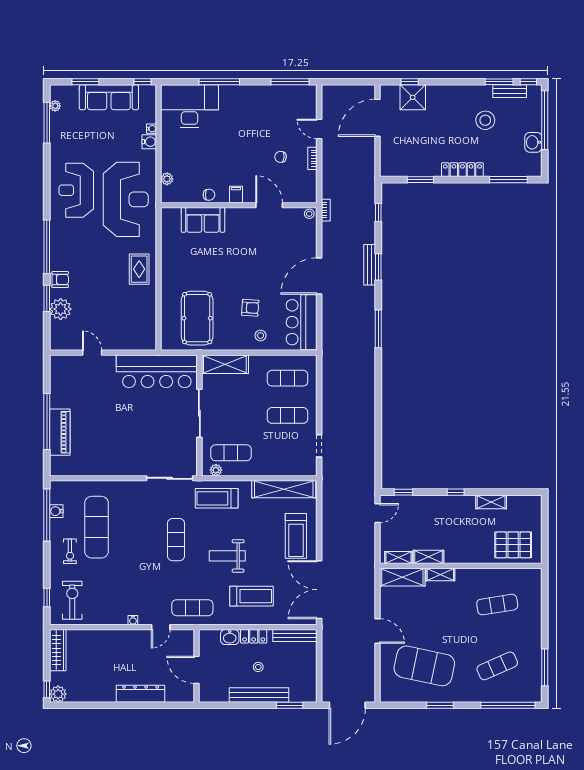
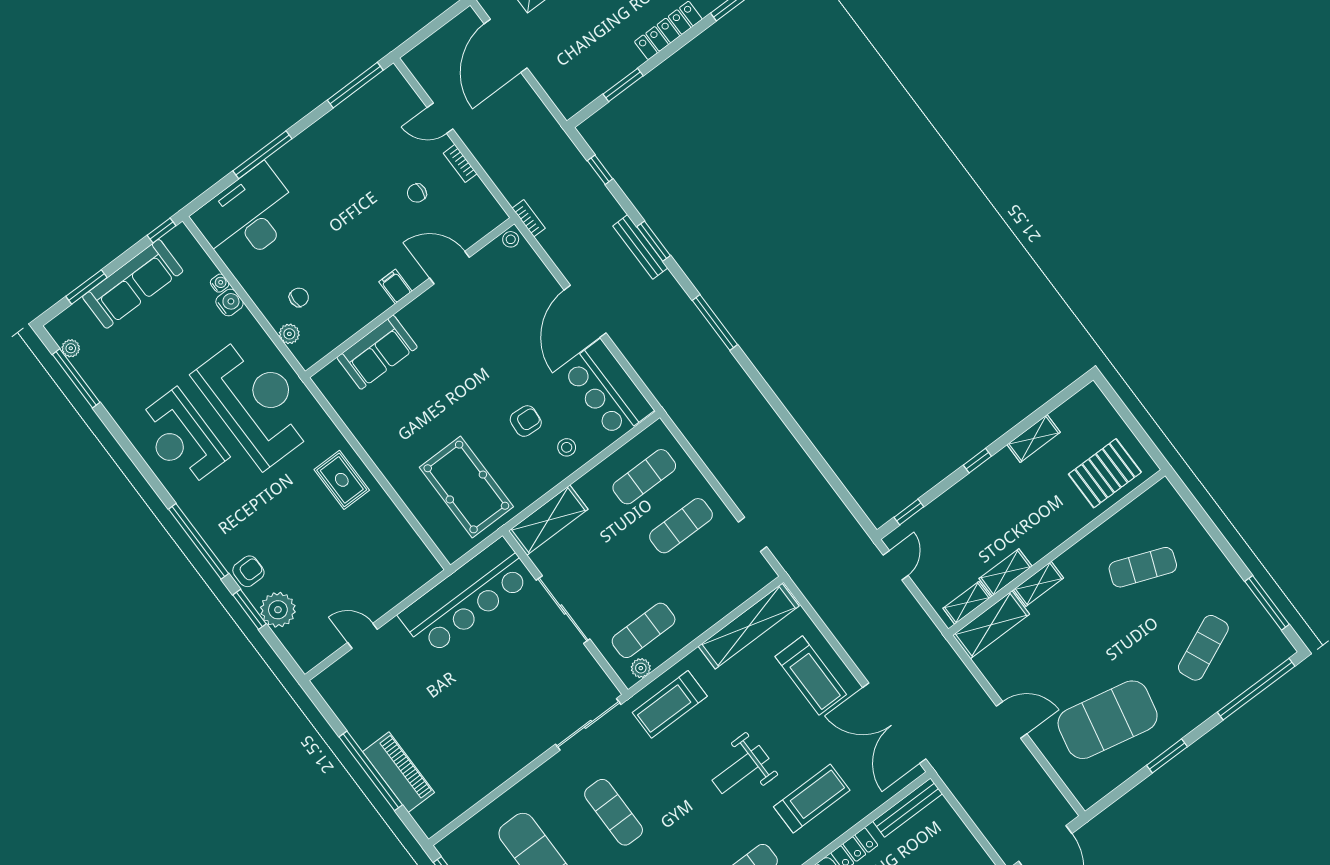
chair: (209, 195) -> (299, 297), moved
exercise mat: (176, 540) -> (614, 812), moved
exercise mat: (497, 605) -> (1143, 567), turned 30

